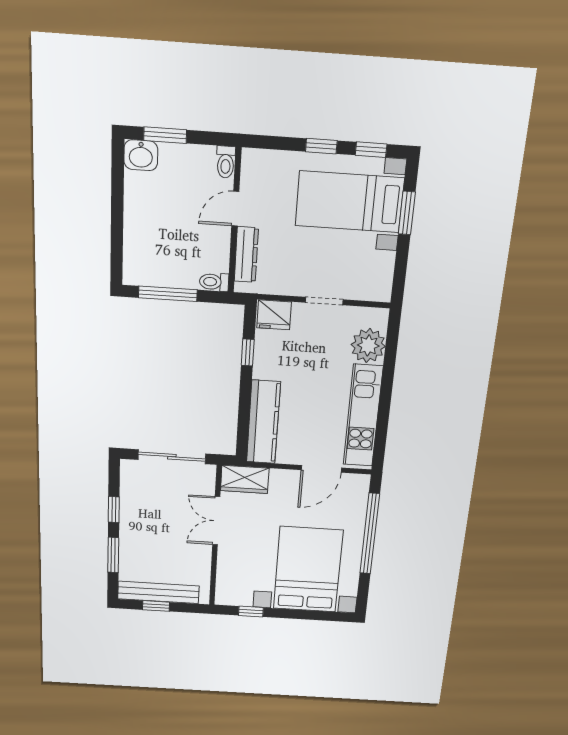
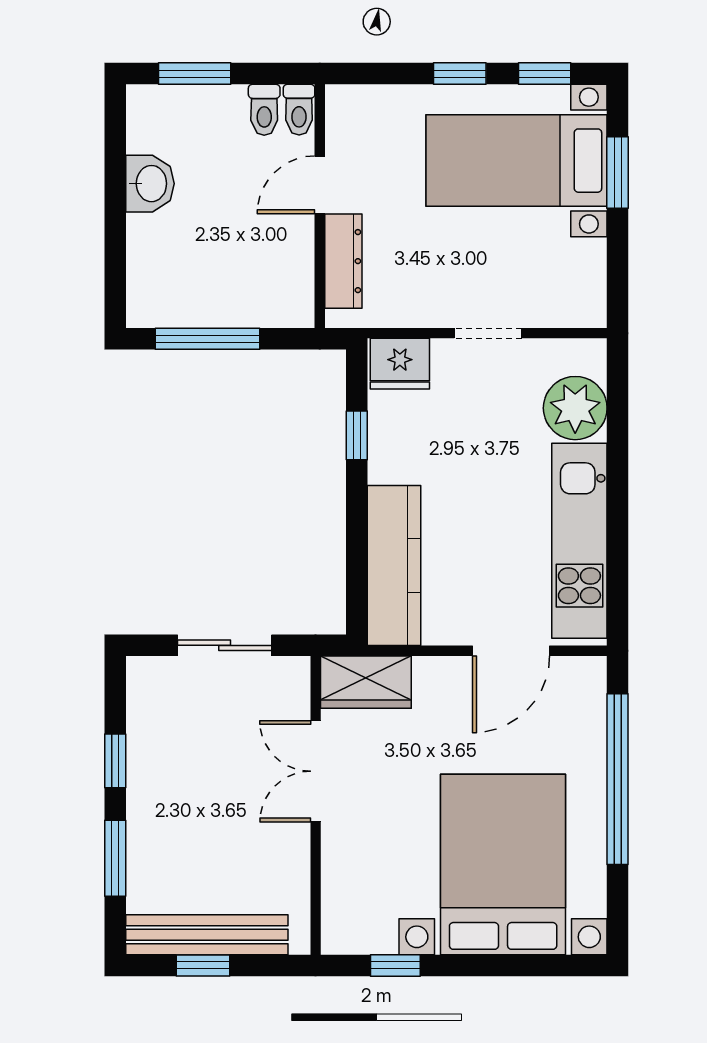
washbasin: (141, 155) -> (150, 184), moved, turned -90
toilet: (214, 282) -> (264, 110), moved, turned -90
sliding door: (172, 457) -> (225, 645), width x0.73

